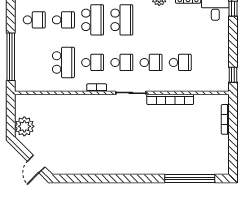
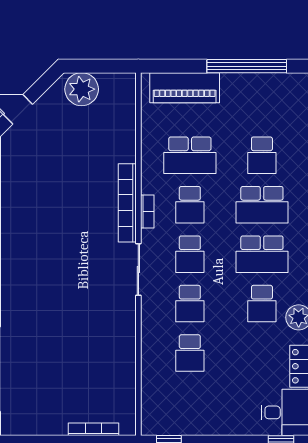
school desk: (34, 20) -> (262, 304), moved
window: (11, 57) -> (247, 66), moved
piano: (23, 66) -> (185, 88), added
bookcase: (170, 99) -> (127, 203), moved

